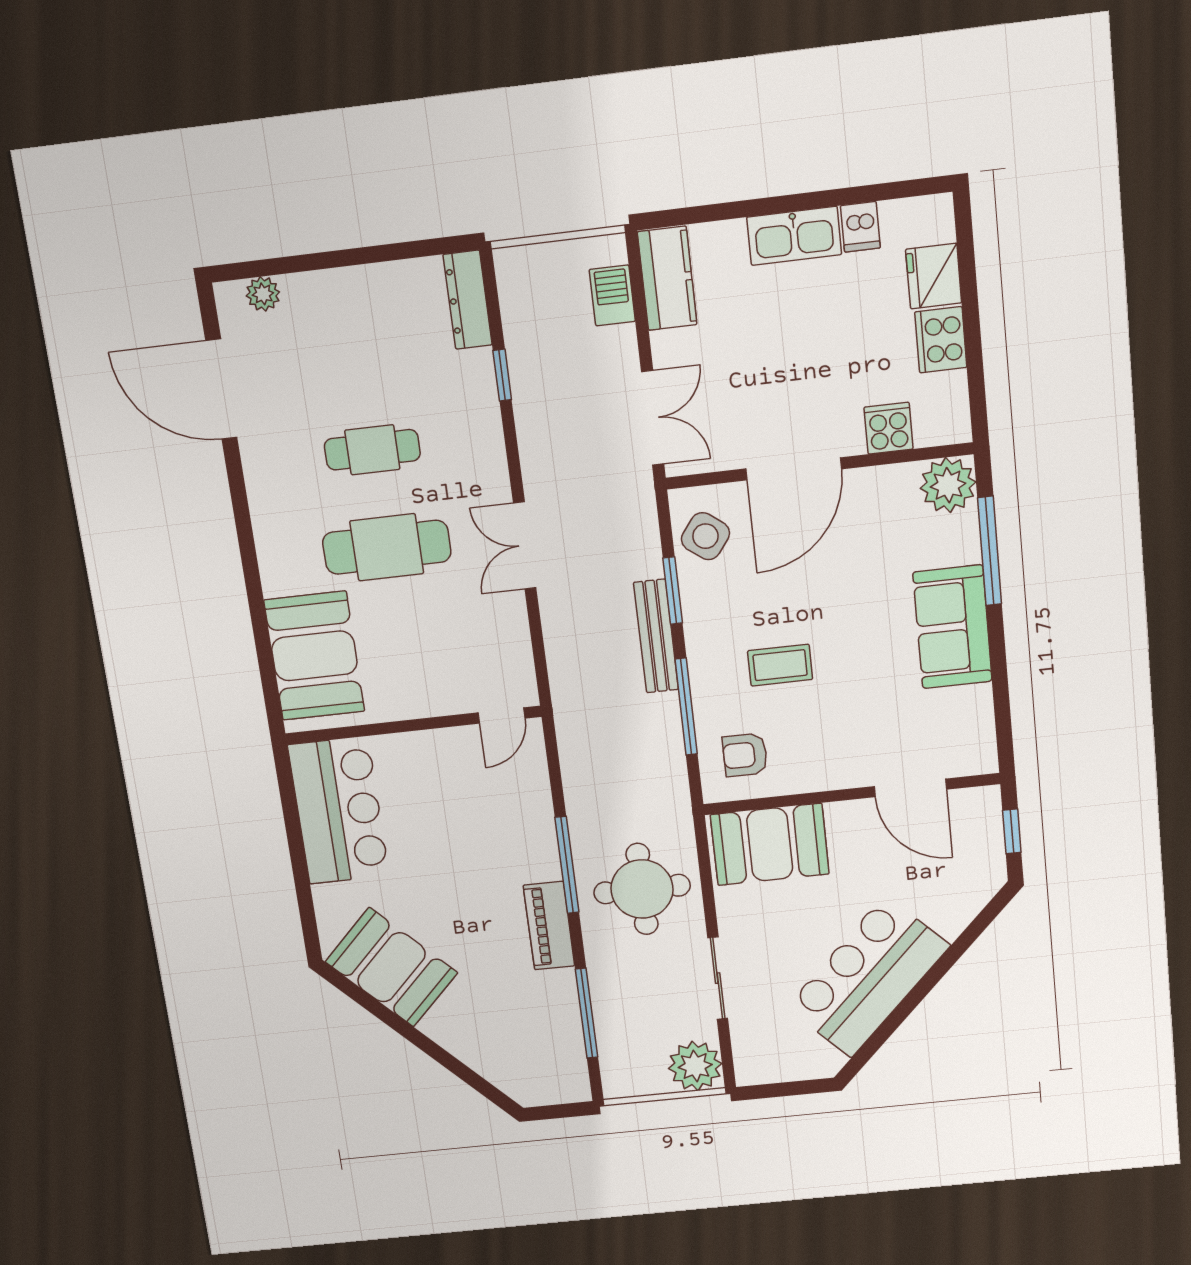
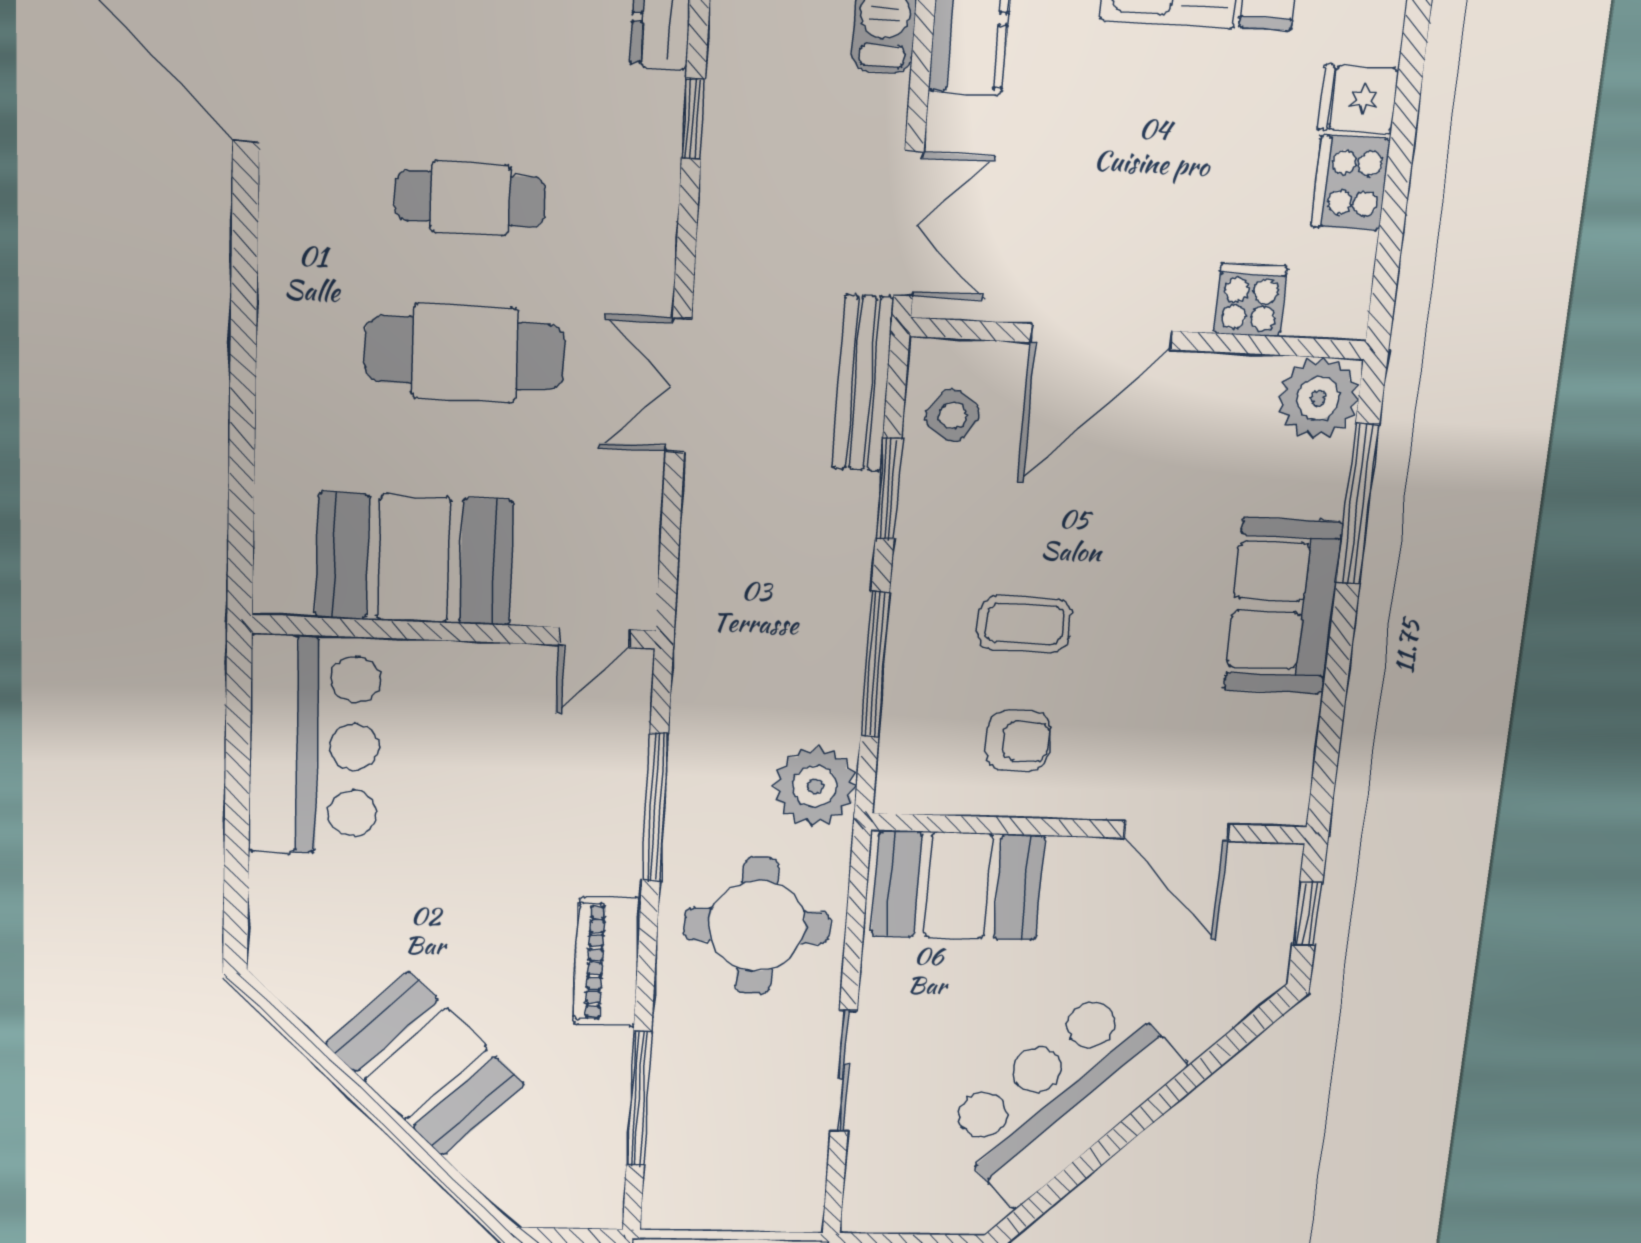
fridge: (934, 276) -> (1358, 99), width x0.72
side table: (705, 536) -> (953, 415), width x0.73, depth x0.73
bench: (656, 636) -> (863, 384), moved
booth: (314, 656) -> (414, 559), moved, turned 90
armchair: (745, 755) -> (1018, 741), moved, turned 180
window: (567, 865) -> (655, 807), moved
booth: (391, 967) -> (425, 1064), moved
plant: (695, 1066) -> (815, 786), moved

